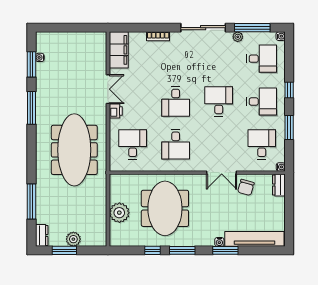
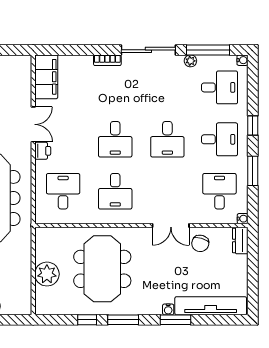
bookcase: (158, 36) -> (107, 60), moved
desk: (219, 102) -> (167, 139), turned 180

